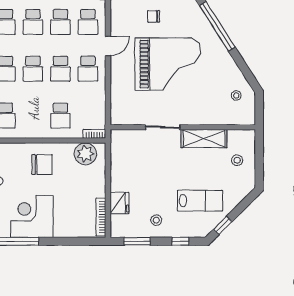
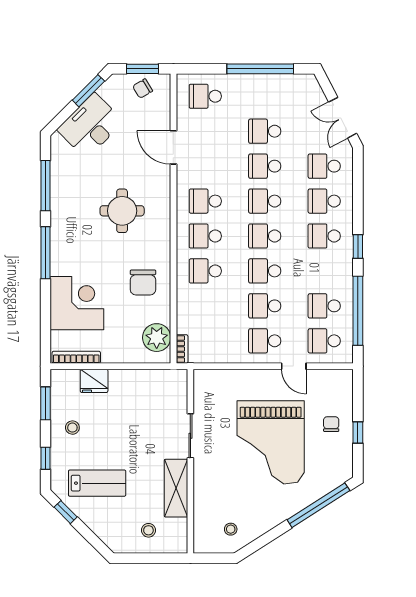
school desk: (33, 22) -> (324, 271), removed
school desk: (60, 115) -> (205, 271), moved
lab bench: (200, 201) -> (97, 483), turned -90
corner desk: (32, 217) -> (77, 303), moved

